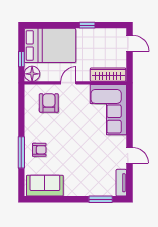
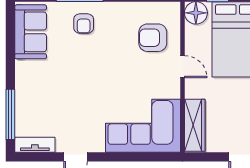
armchair: (49, 103) -> (153, 38), turned 180
window: (101, 199) -> (10, 114), width x1.44

